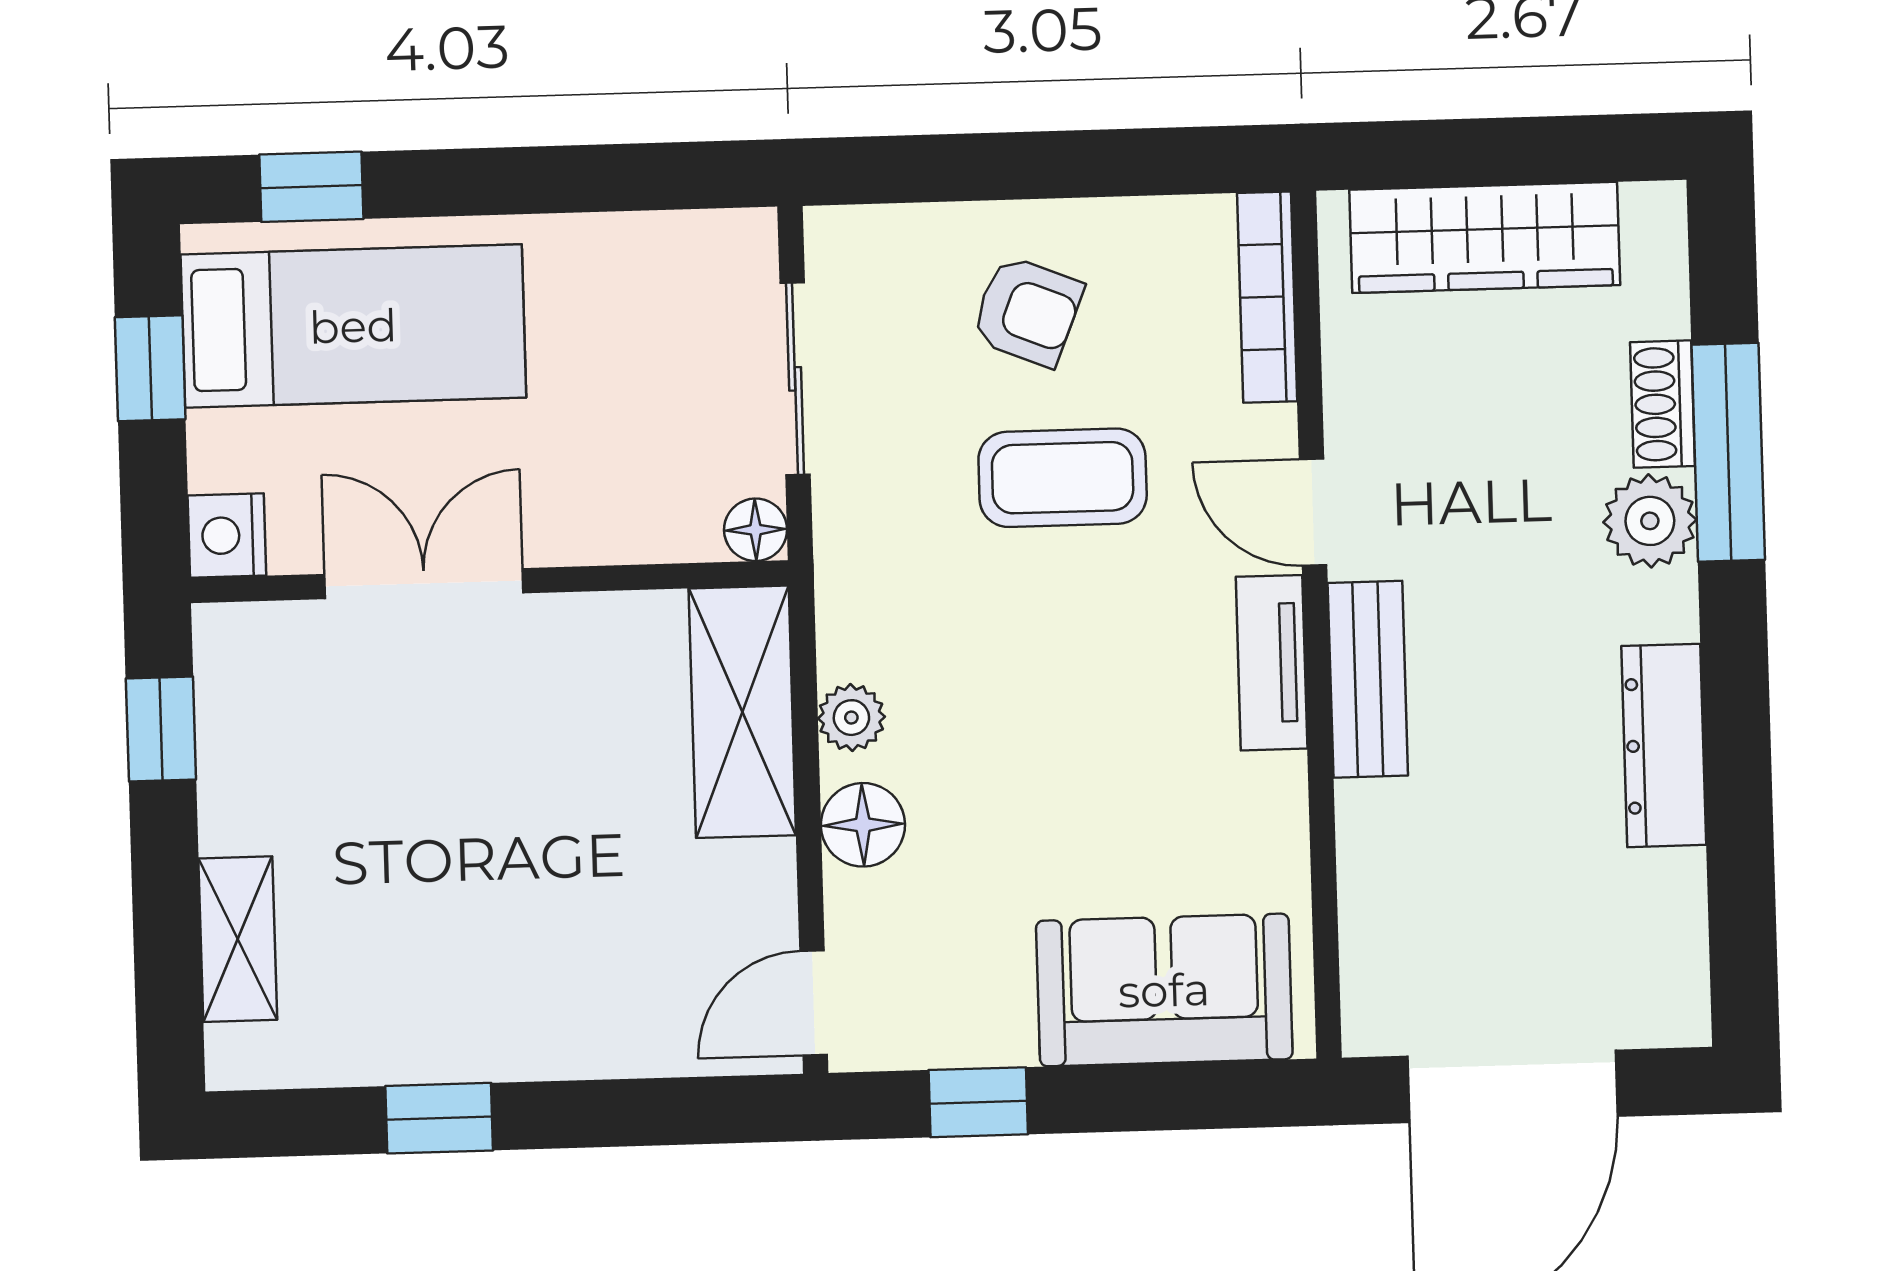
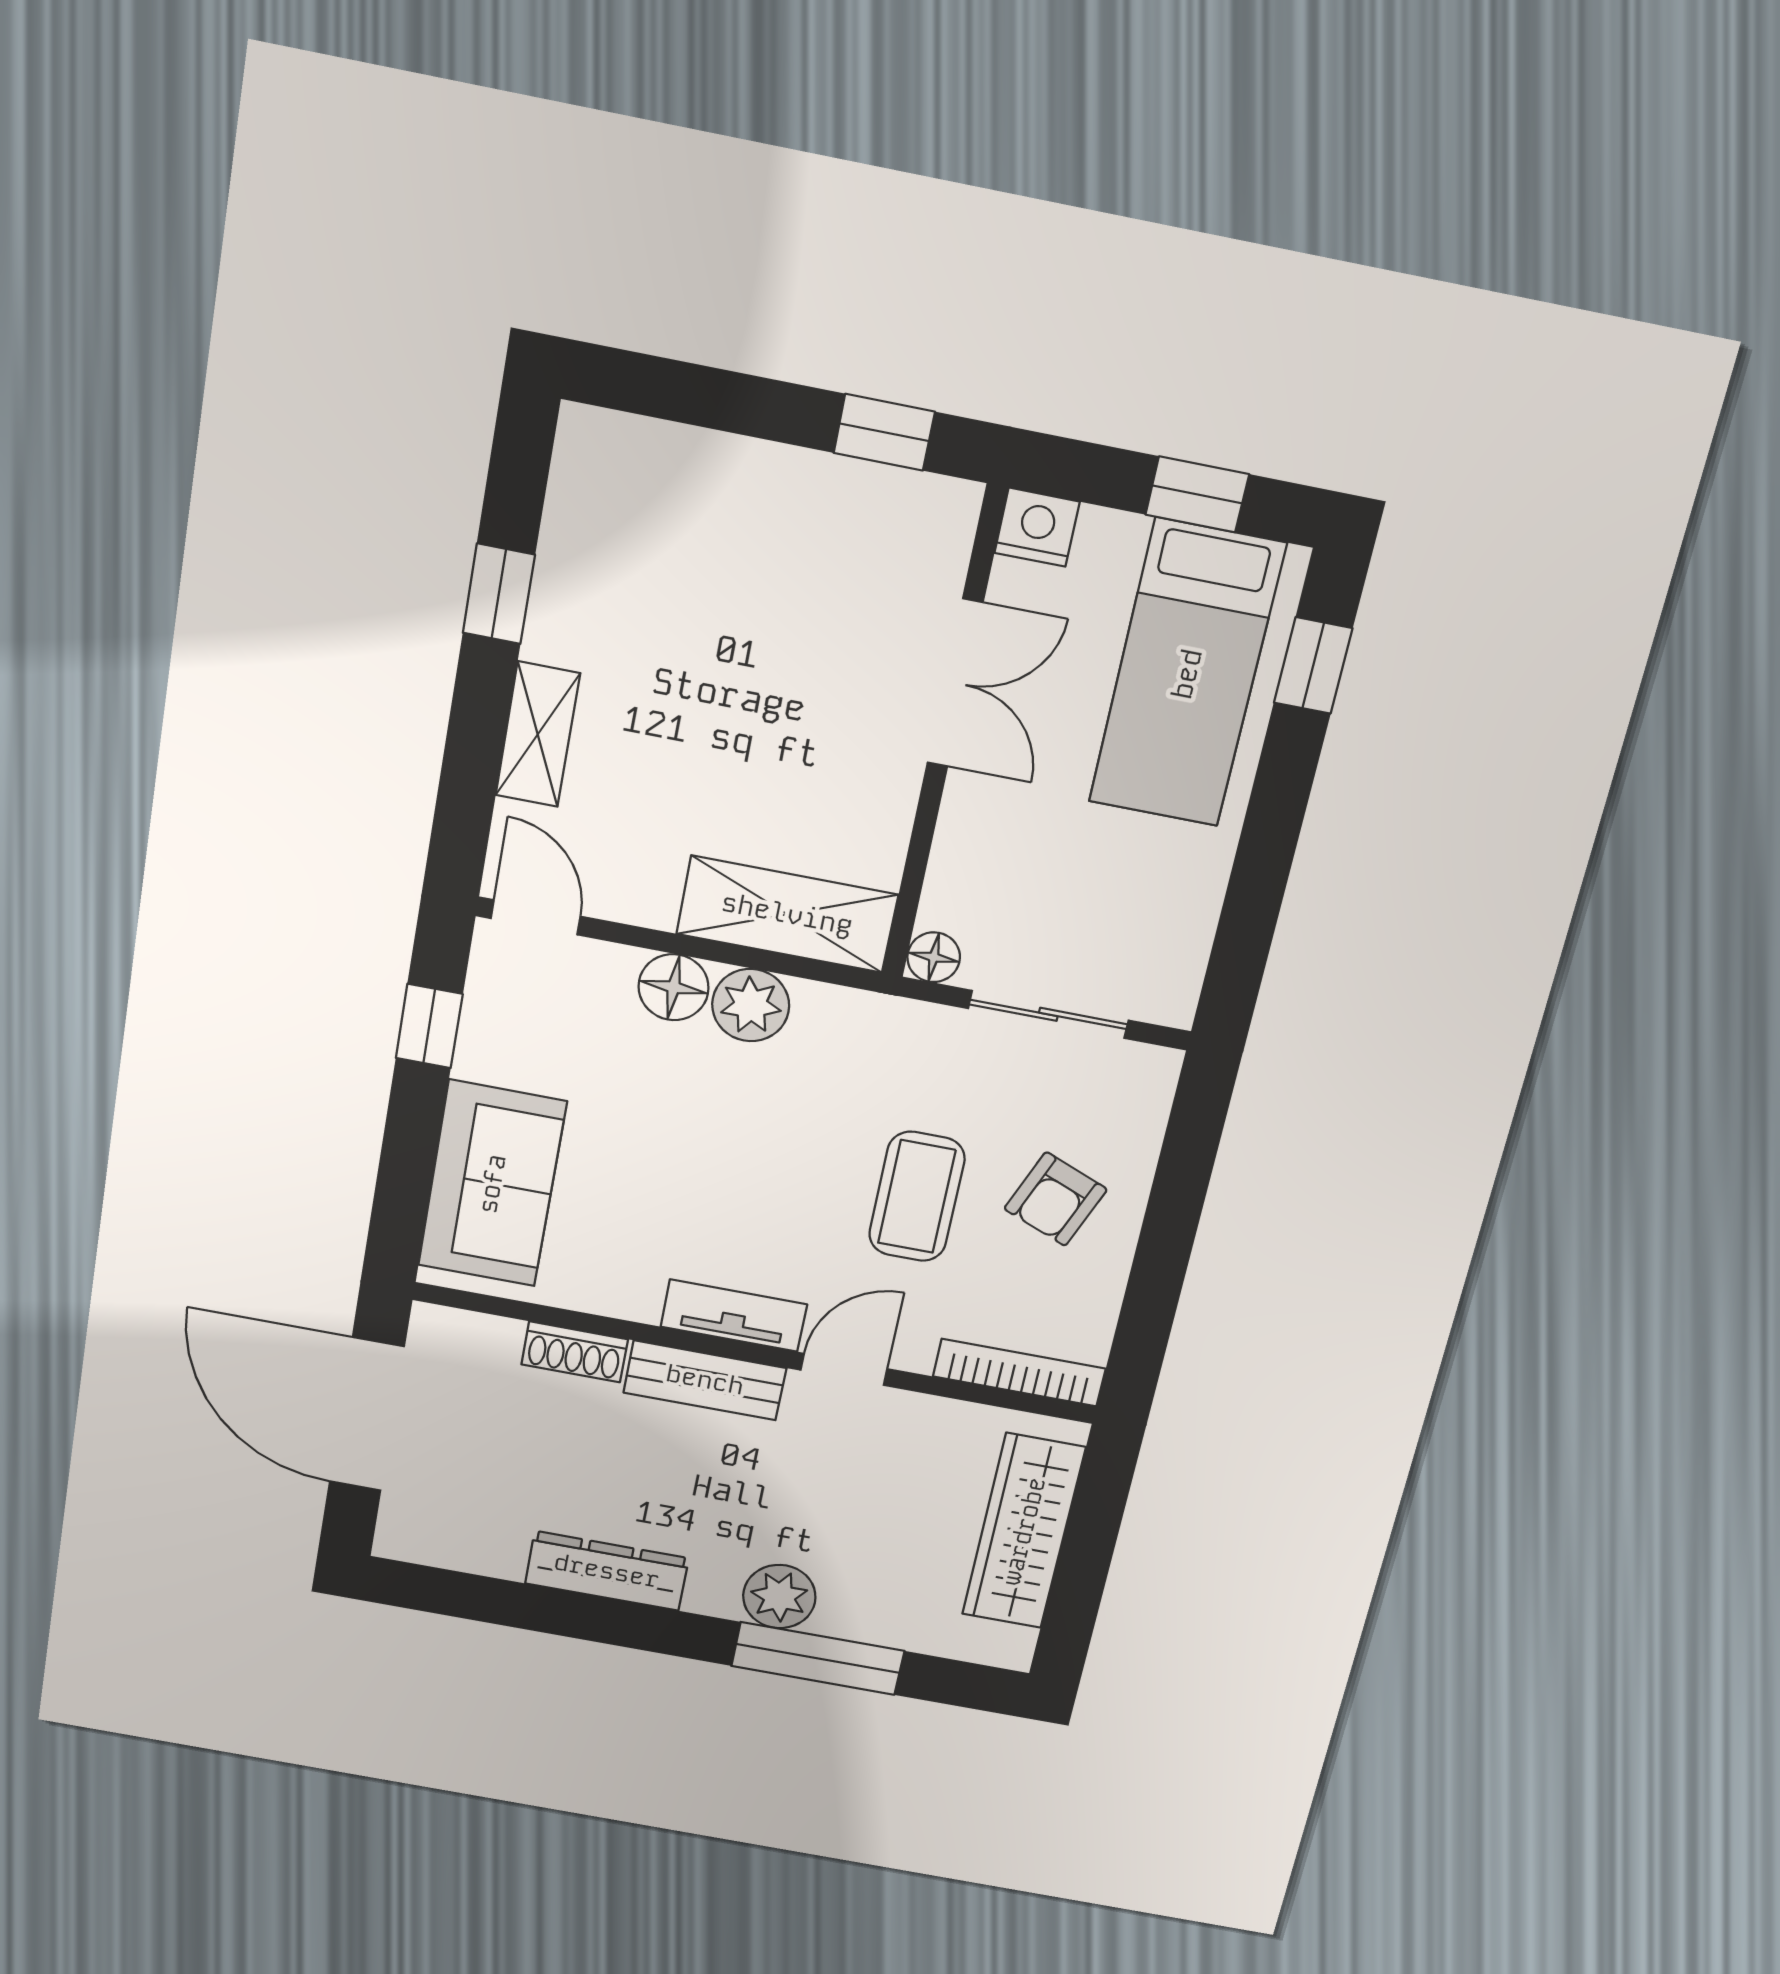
shoe rack: (1663, 404) -> (575, 1352), moved, turned 180
plant: (851, 718) -> (751, 1005), width x1.38, depth x1.38
shelving: (238, 939) -> (538, 734), moved, turned 90

